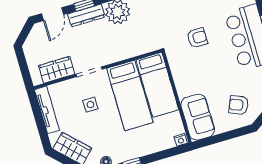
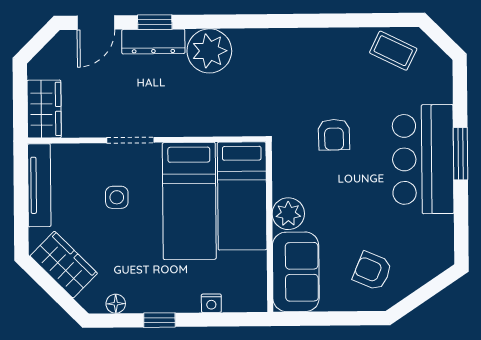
armchair: (197, 38) -> (334, 135), turned 89
wardrobe: (57, 70) -> (44, 109), moved, turned 90
plant: (185, 87) -> (288, 214), added
nightstand: (181, 140) -> (211, 303), moved

